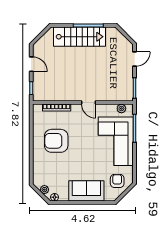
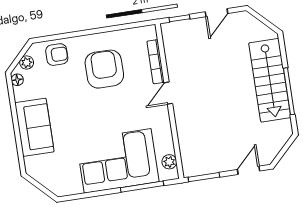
door: (135, 59) -> (249, 170), swing flipped
door: (88, 103) -> (168, 93), moved
armchair: (117, 181) -> (57, 55), moved

